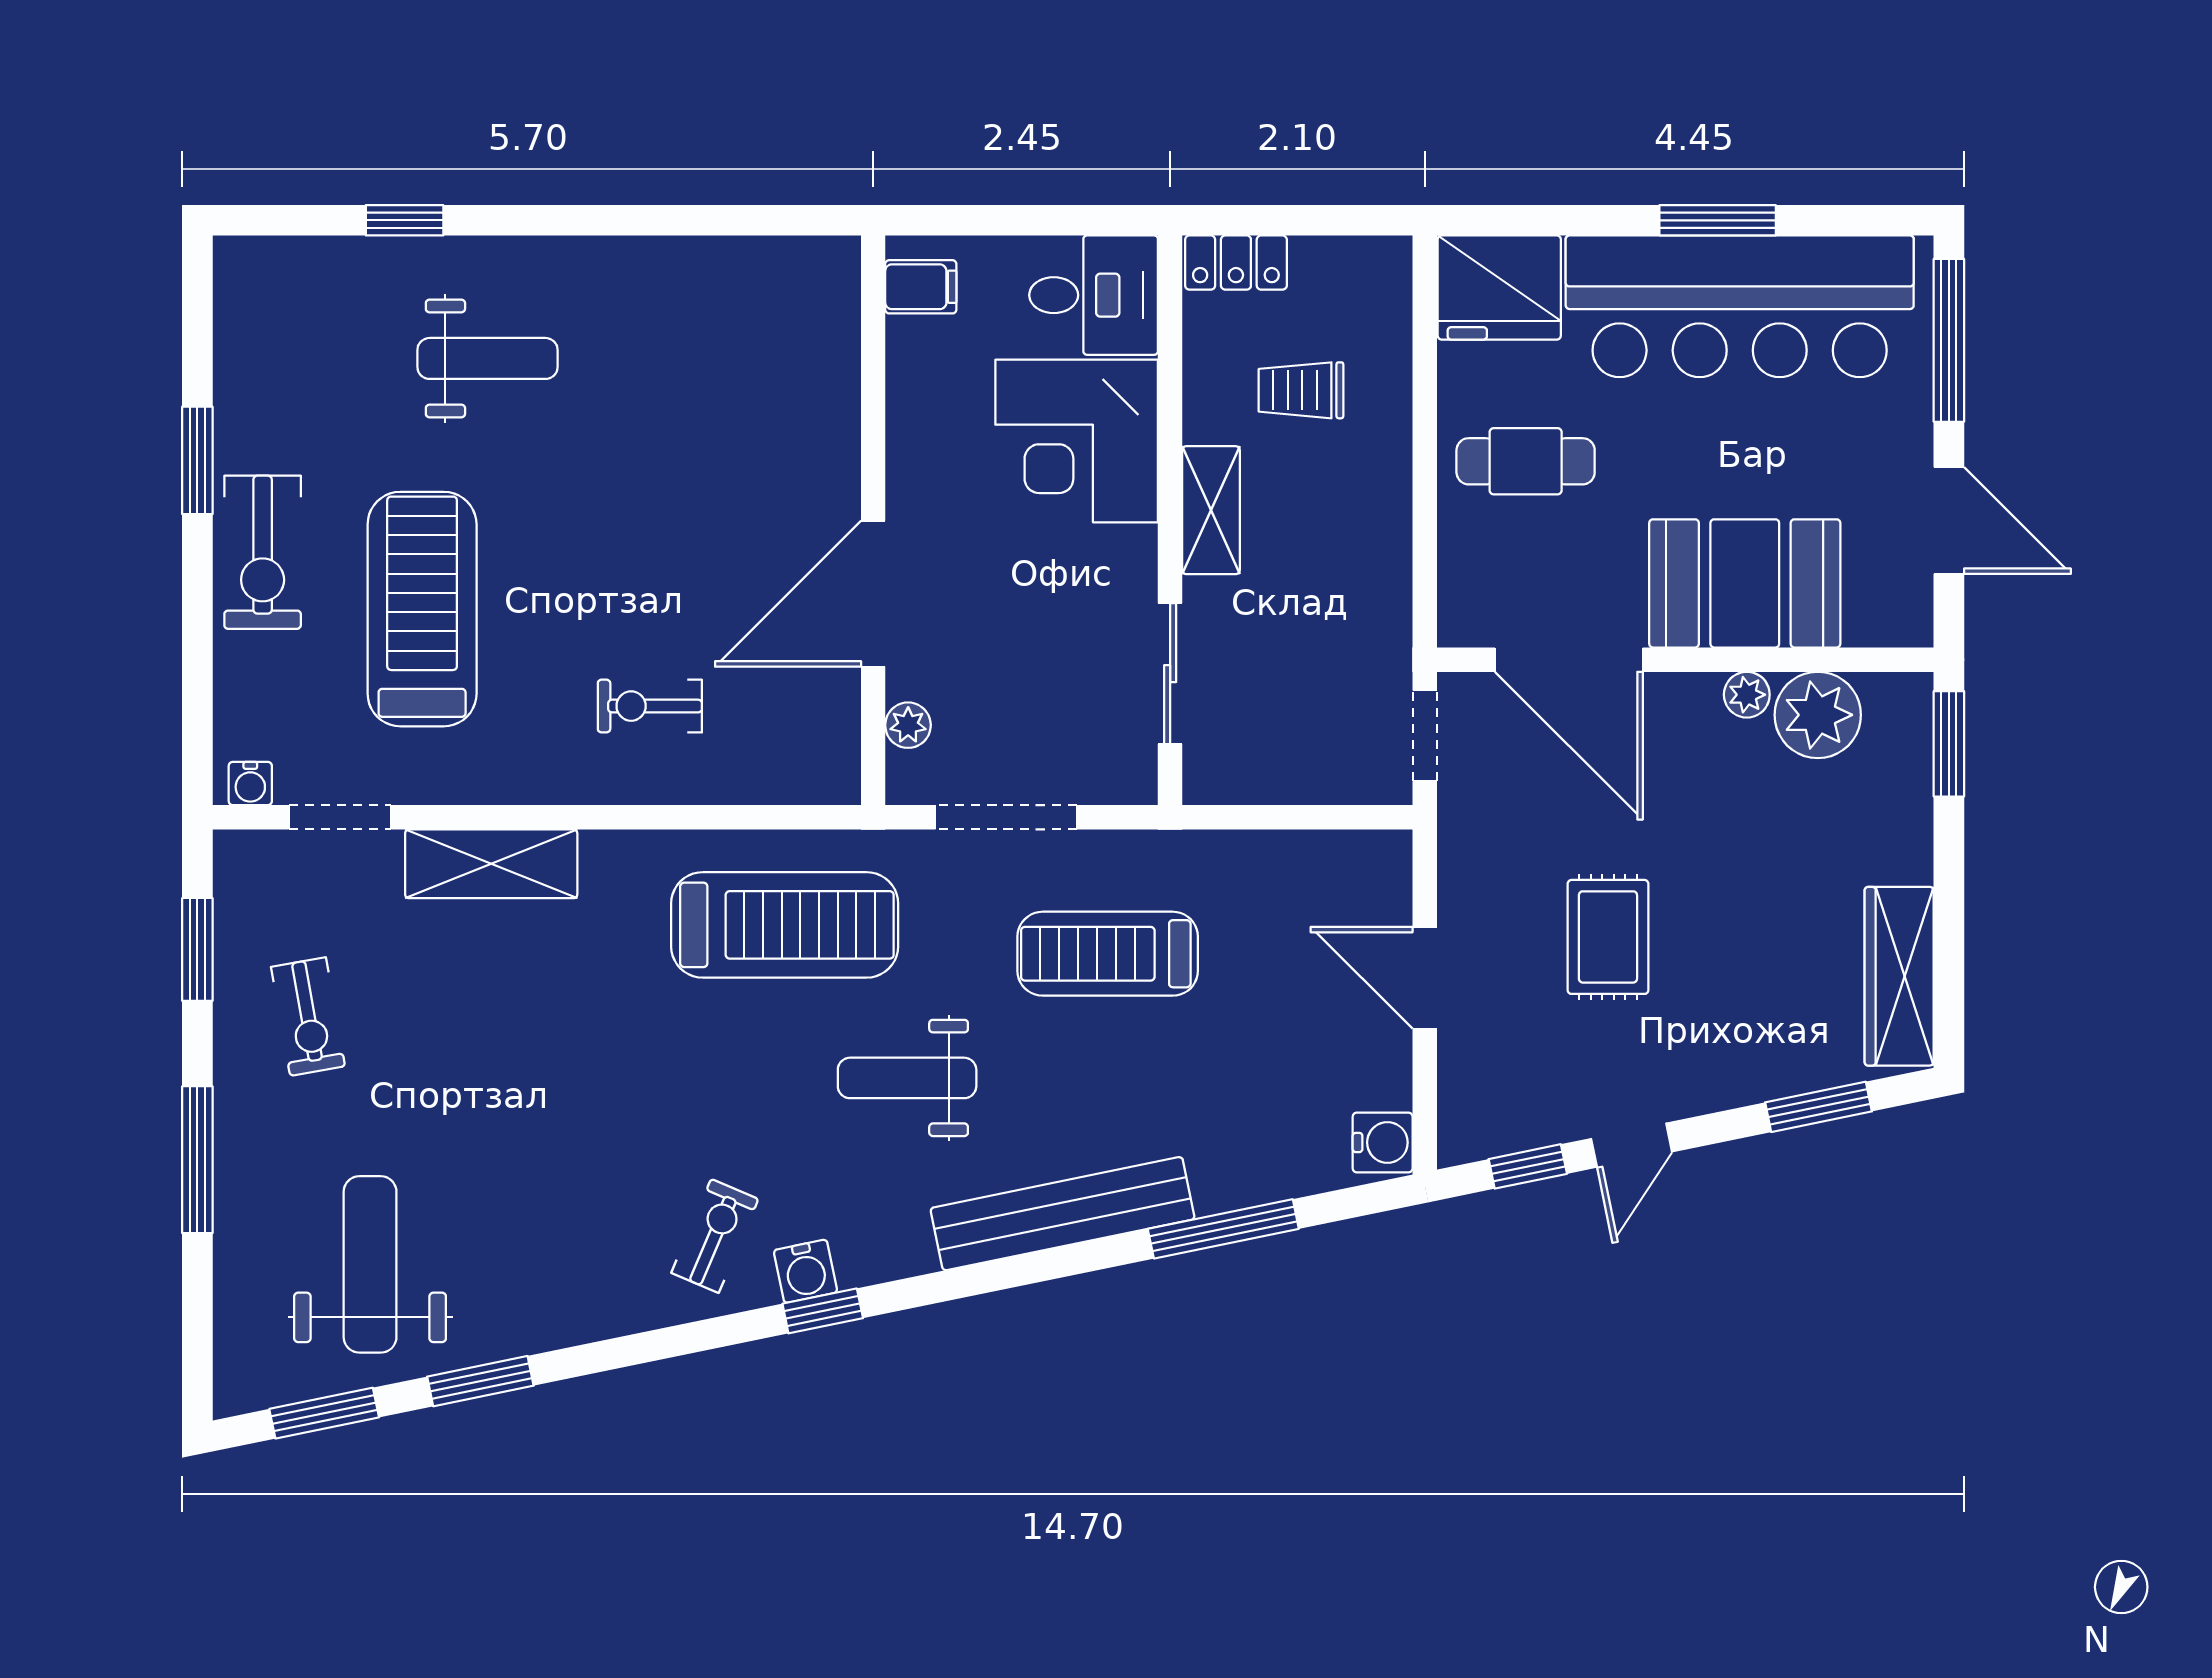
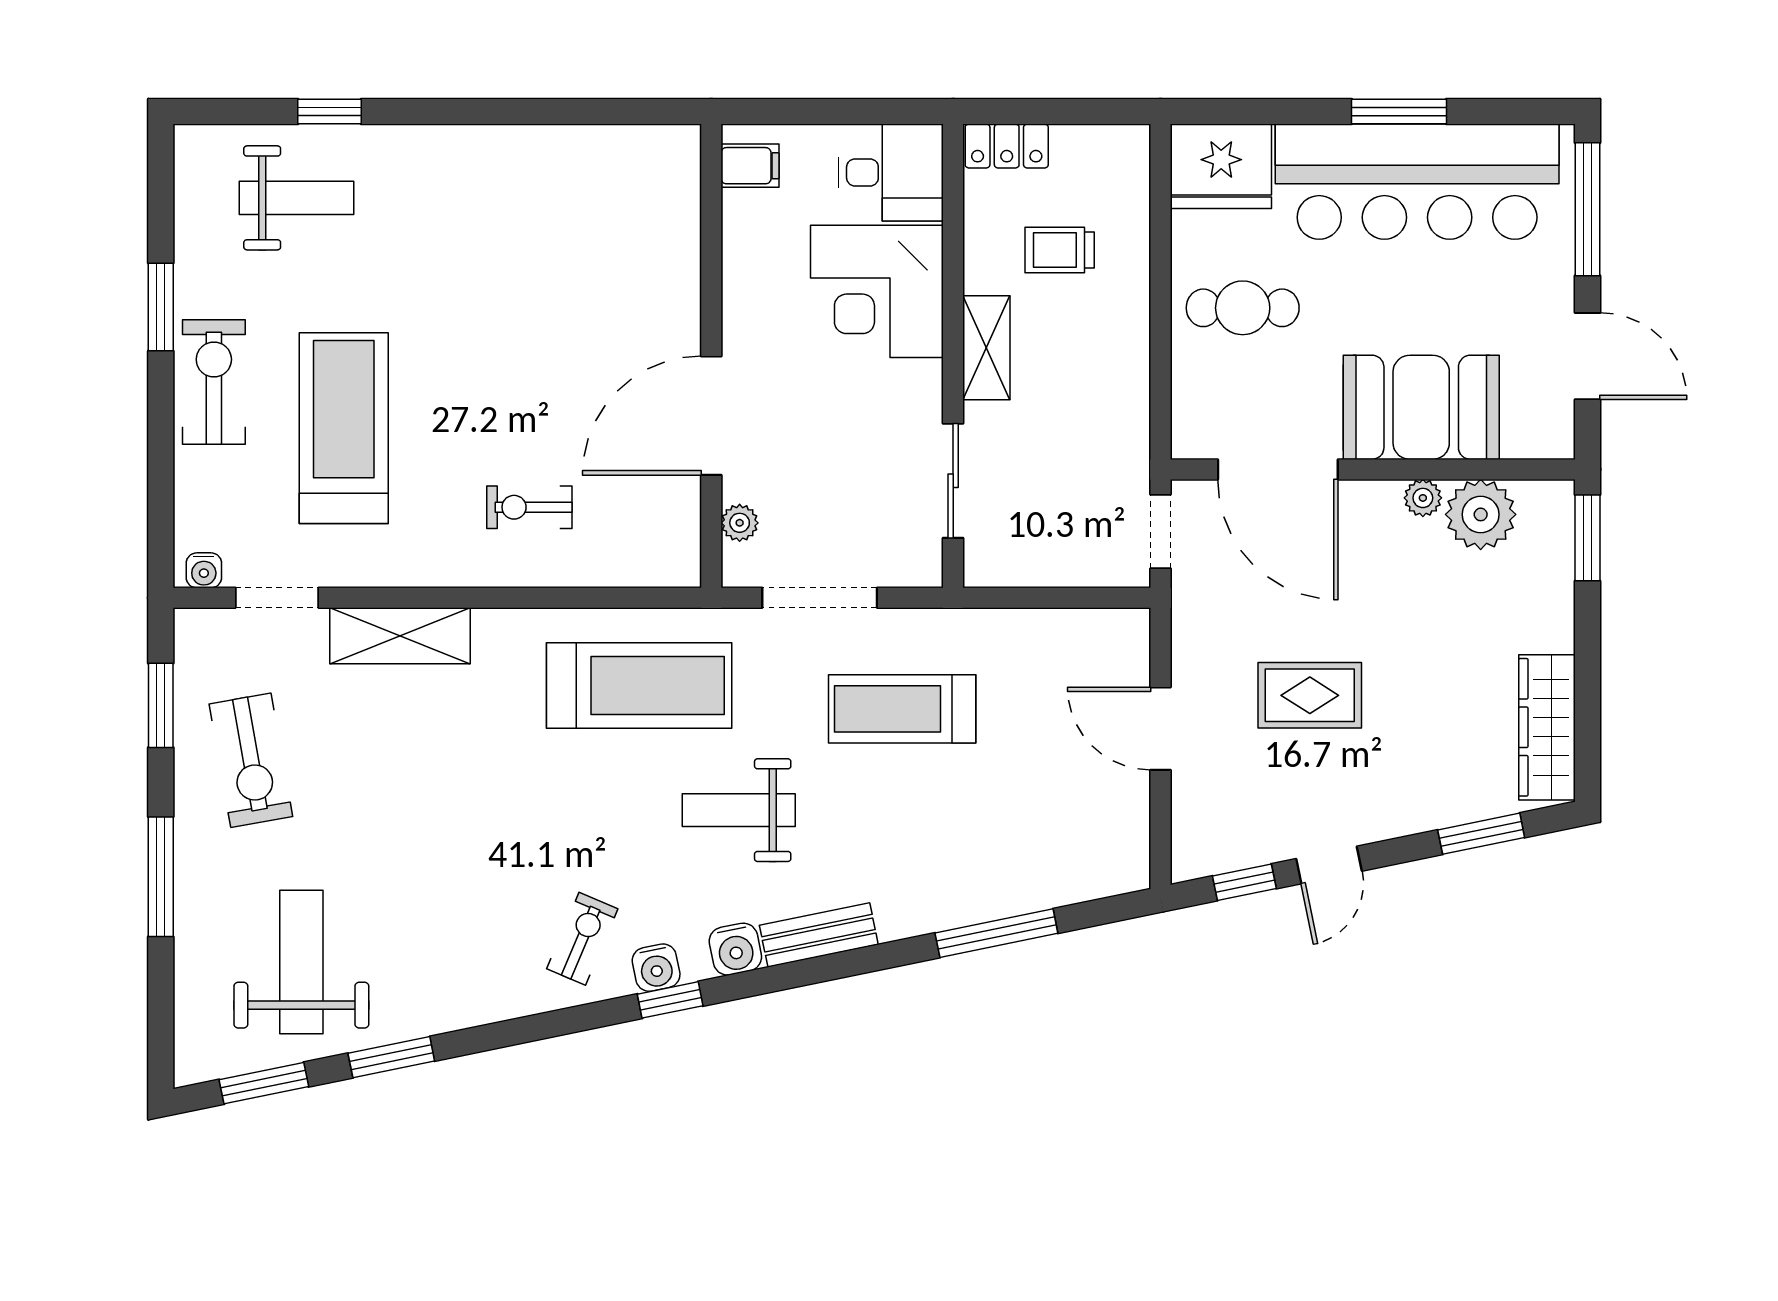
weight bench: (487, 358) -> (296, 198), moved
exercise bike: (263, 552) -> (214, 382), turned 180
rug: (1608, 937) -> (1310, 695), turned 90
exercise bike: (308, 1017) -> (251, 760), width x1.38, depth x1.39
water cooler: (1383, 1142) -> (735, 949), moved, turned 78
bench: (1063, 1214) -> (819, 935), width x0.54, depth x0.82

